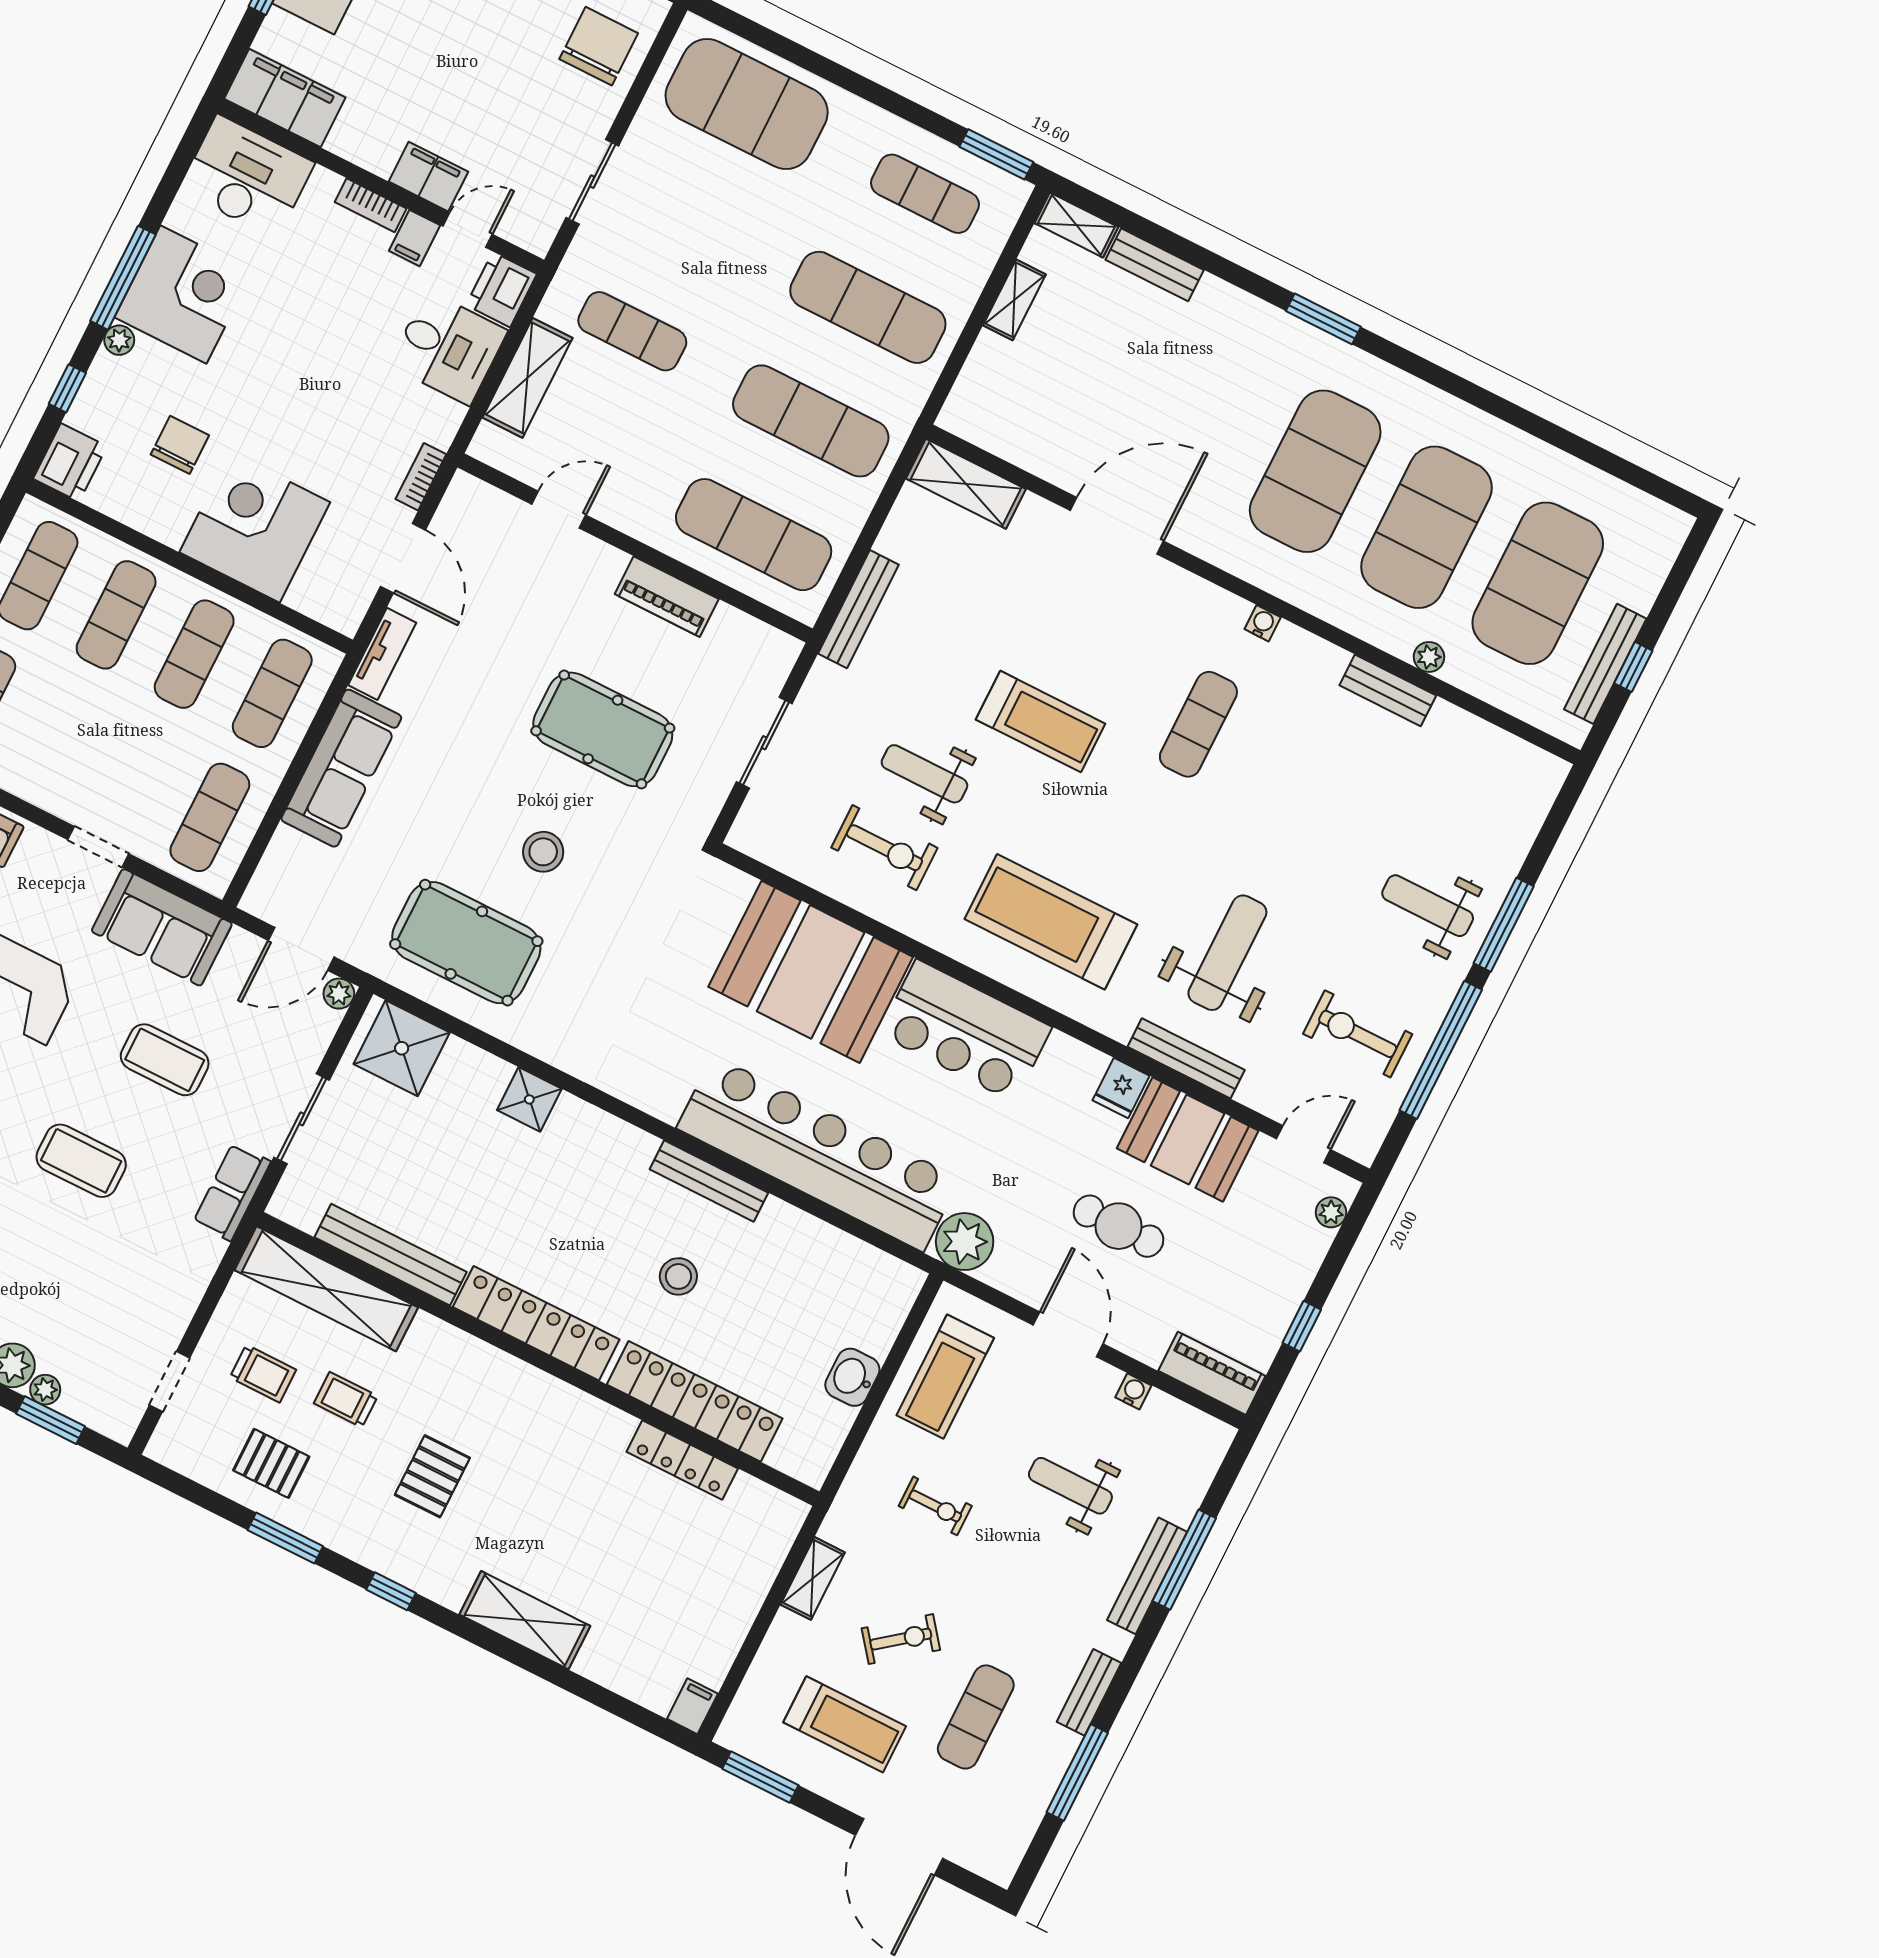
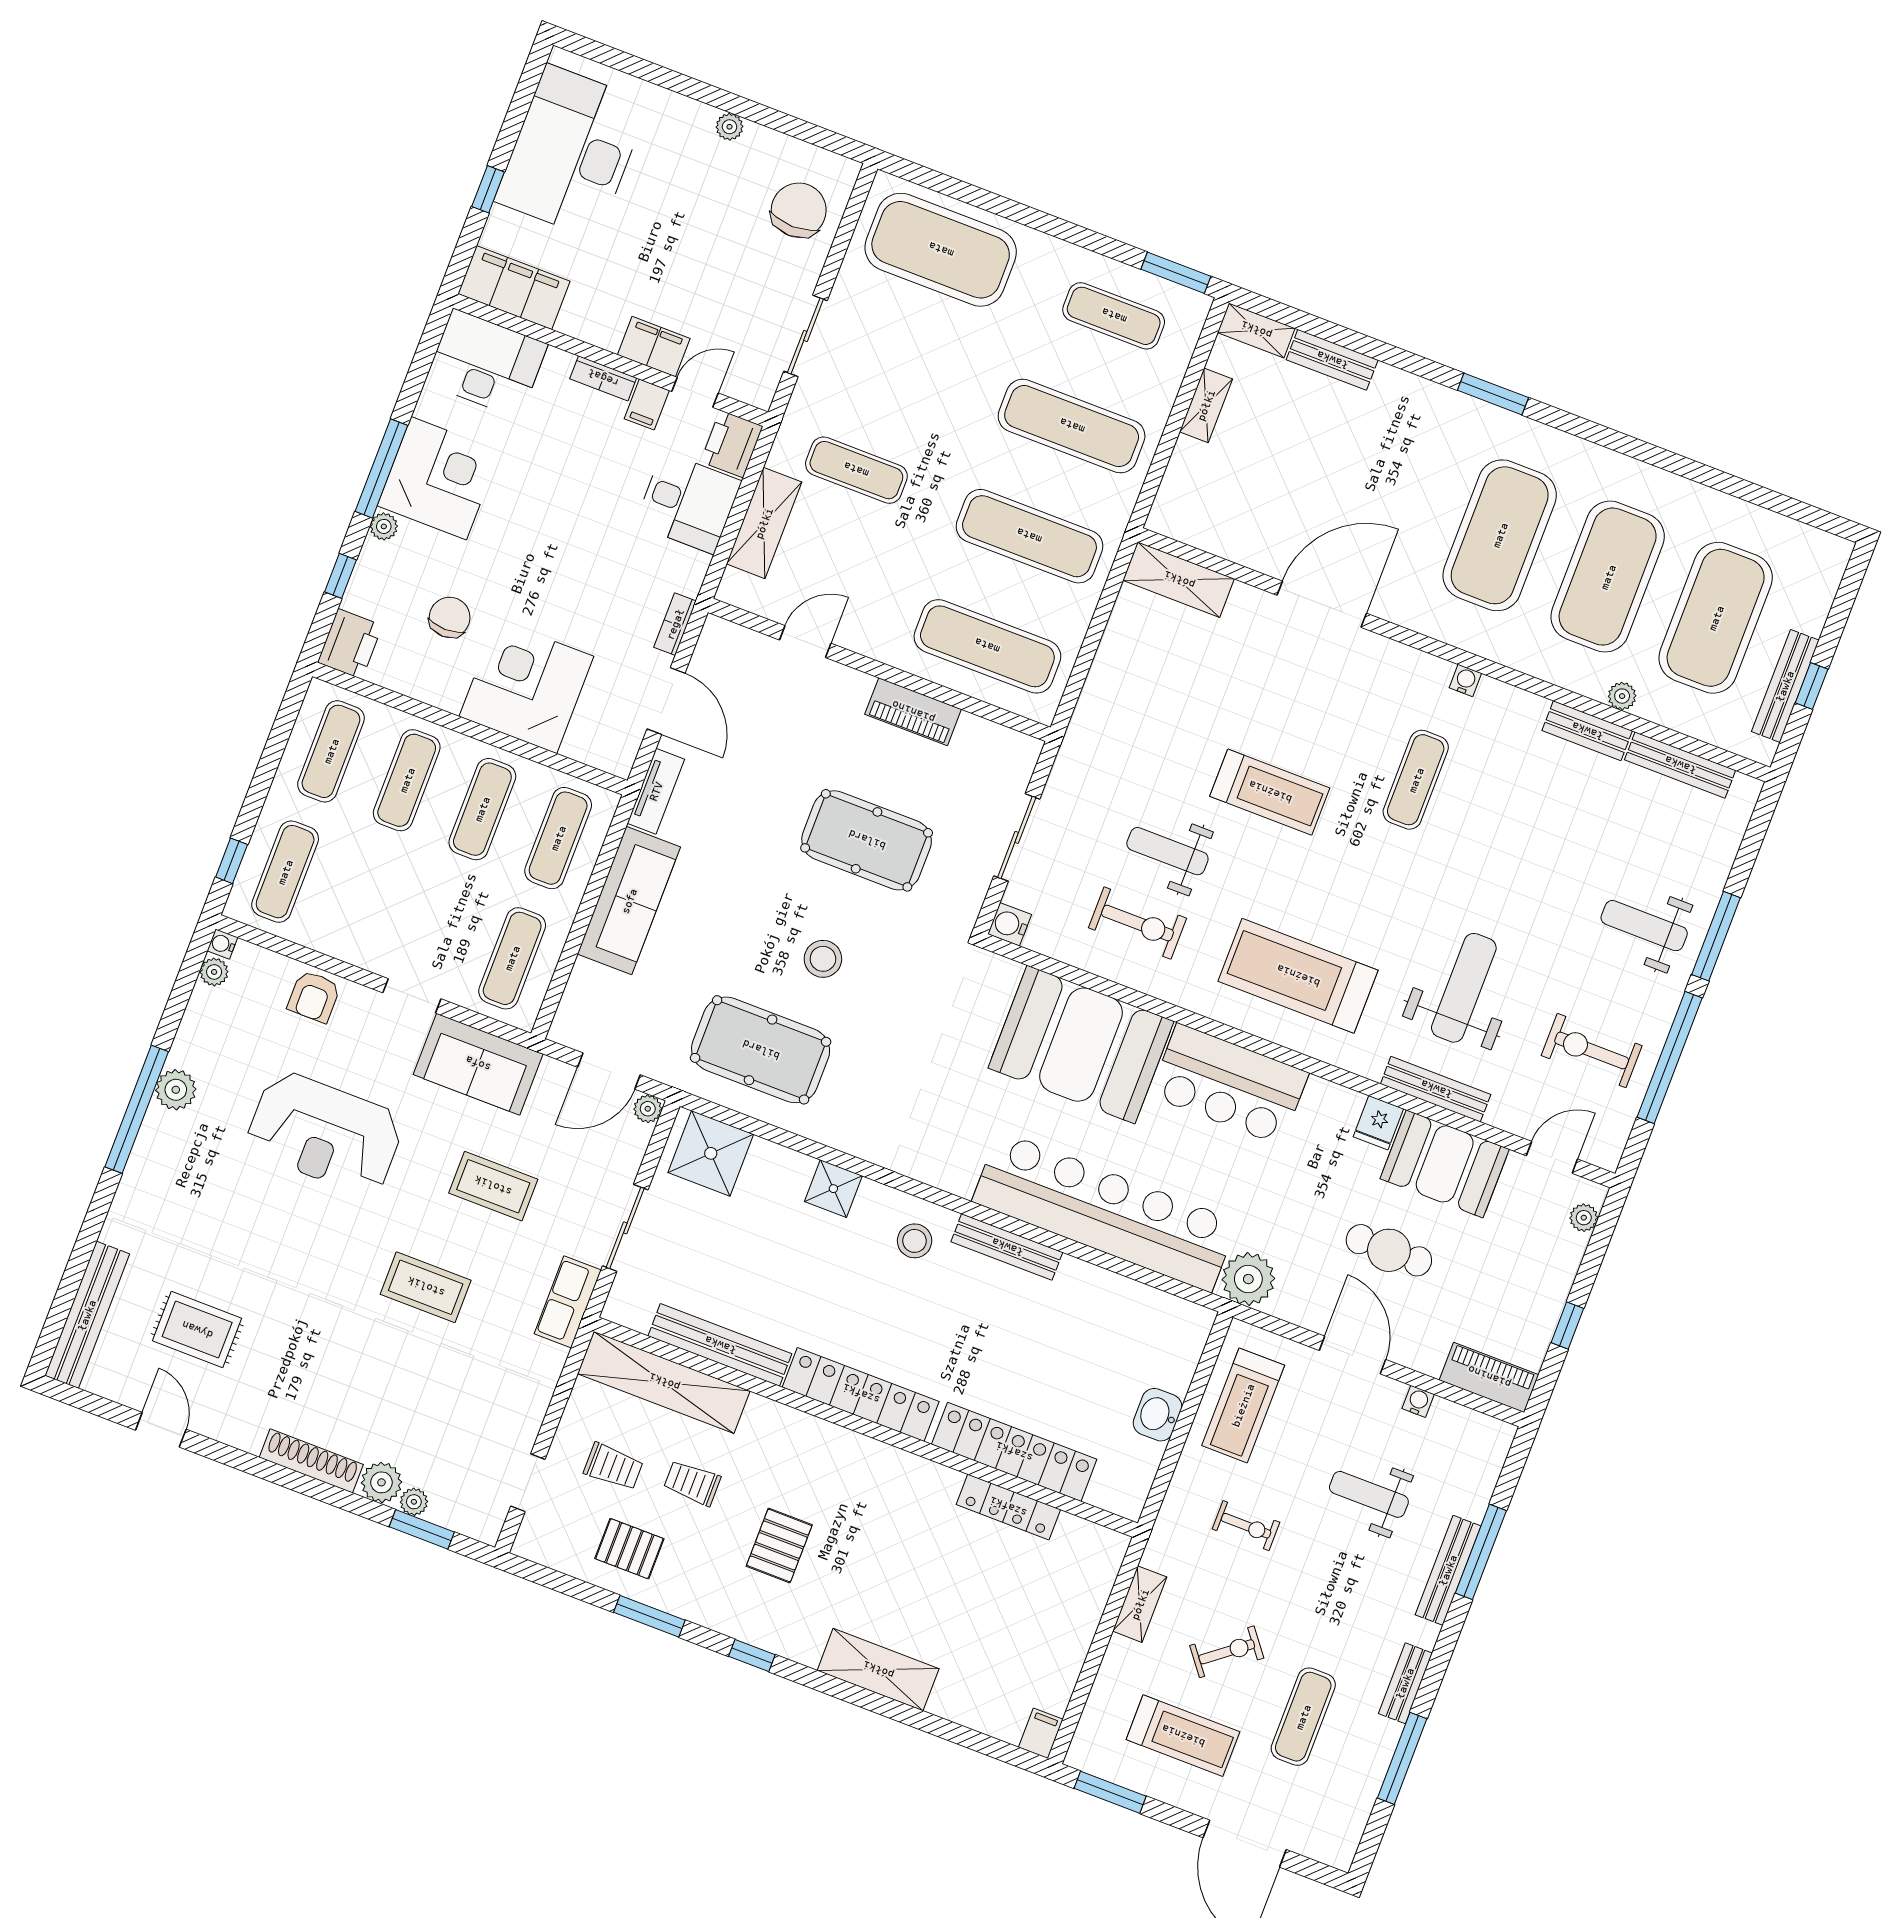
bench: (858, 609) -> (1680, 765), moved, turned 90
water cooler: (747, 835) -> (1010, 924), added
stool: (678, 1276) -> (915, 1241), moved

